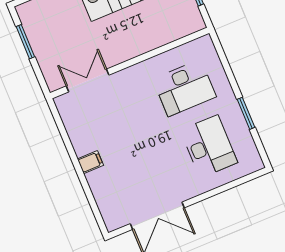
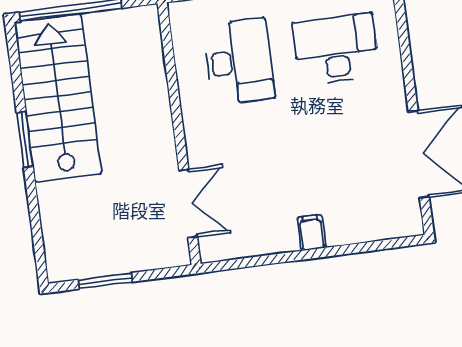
double door: (88, 80) -> (188, 204), swing flipped

